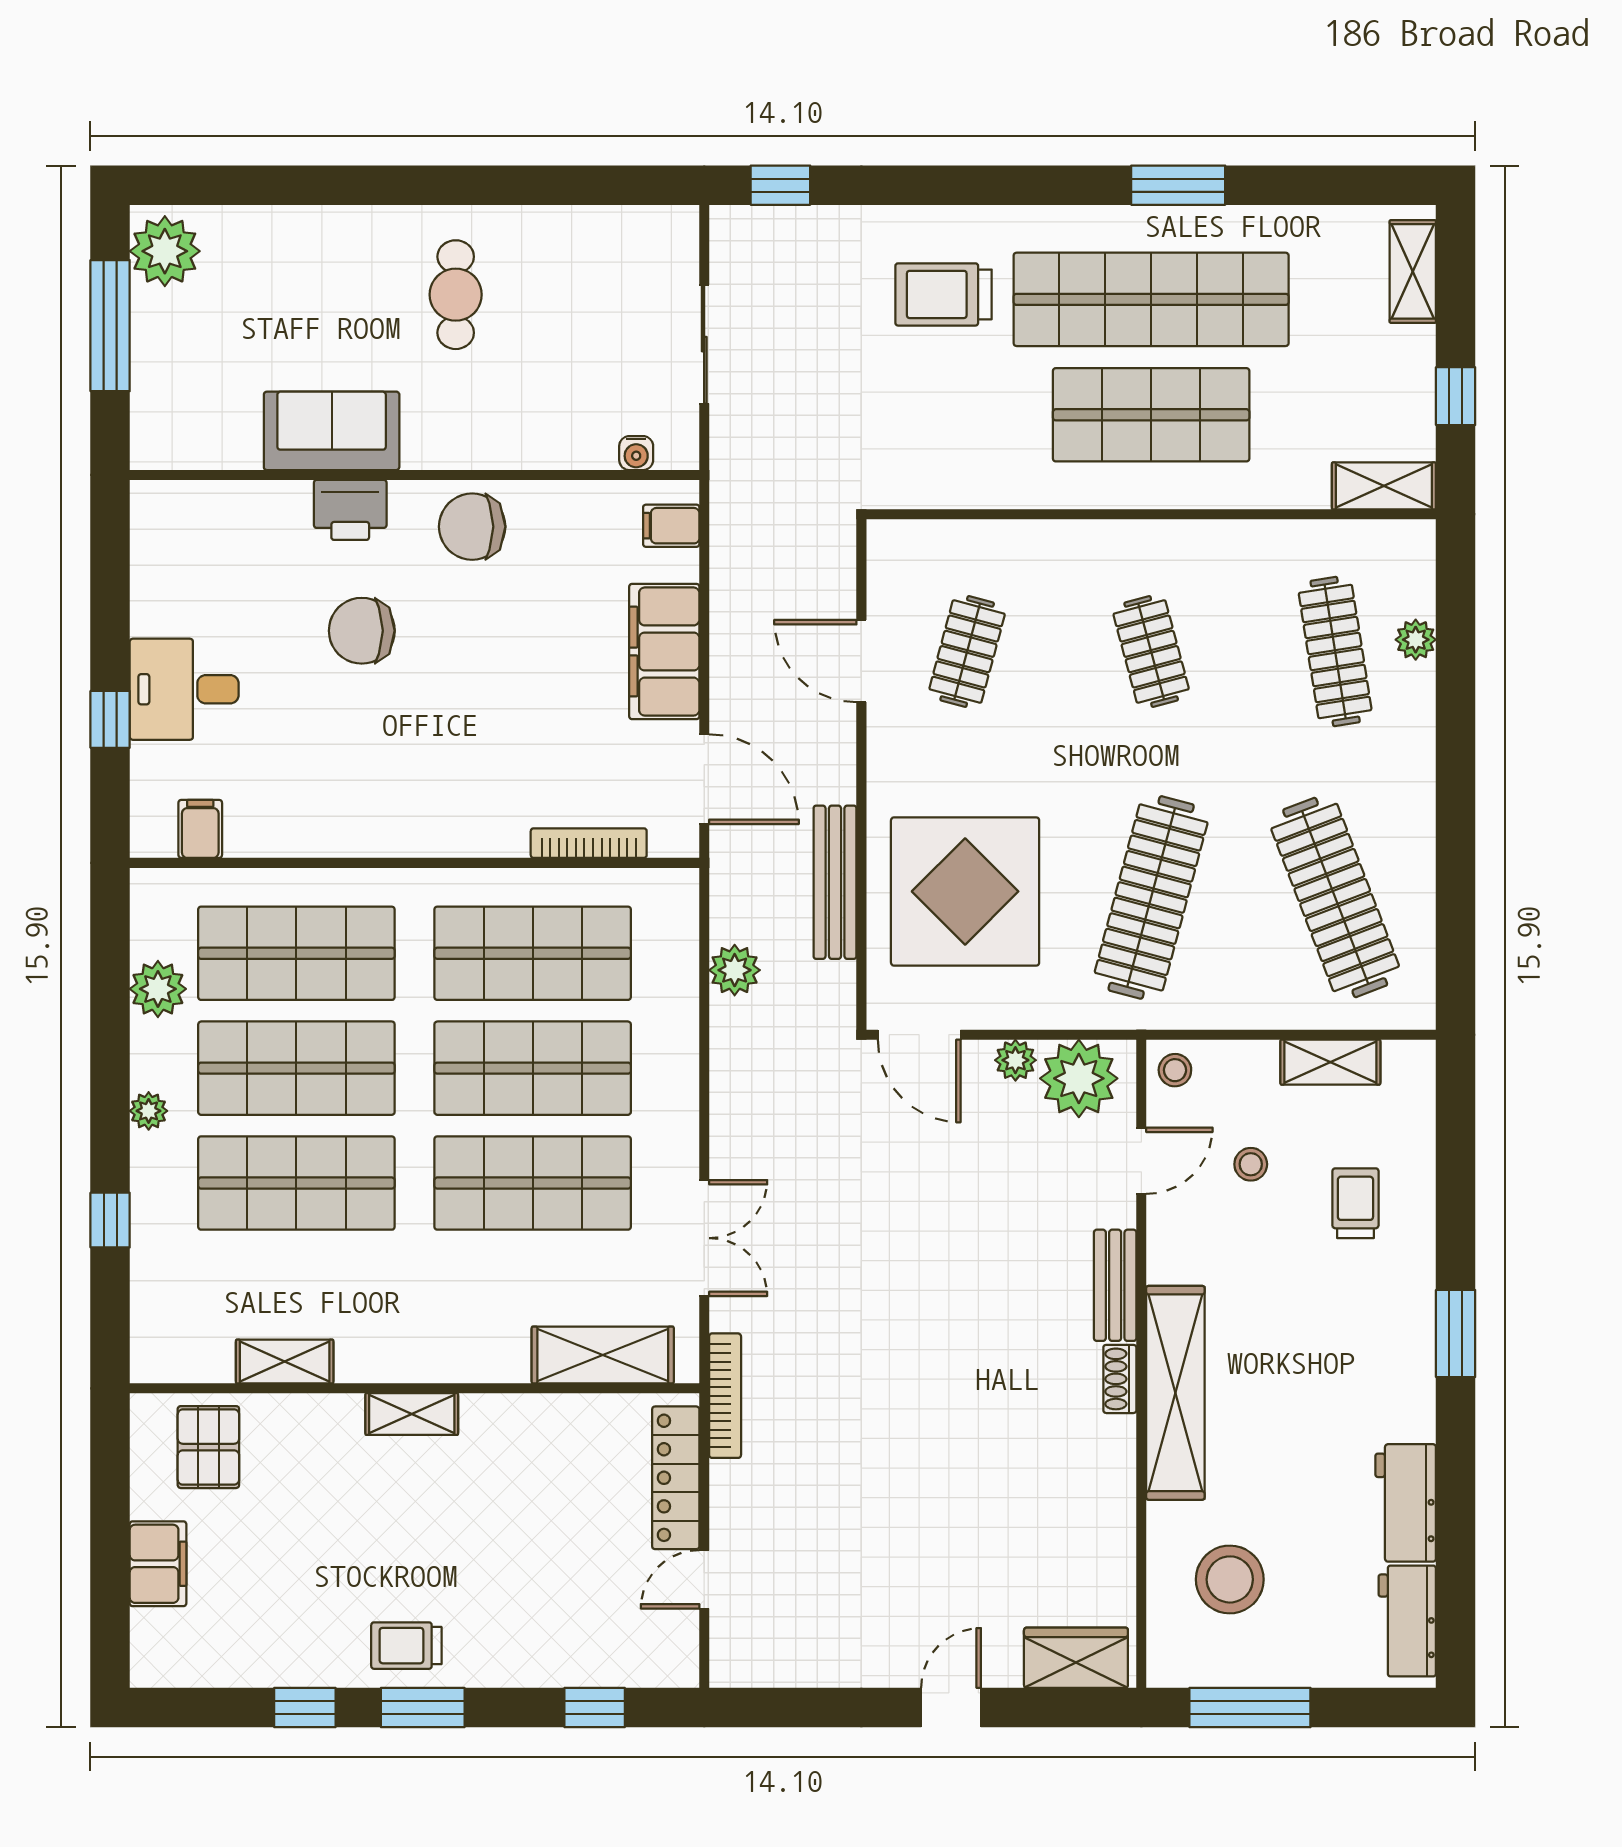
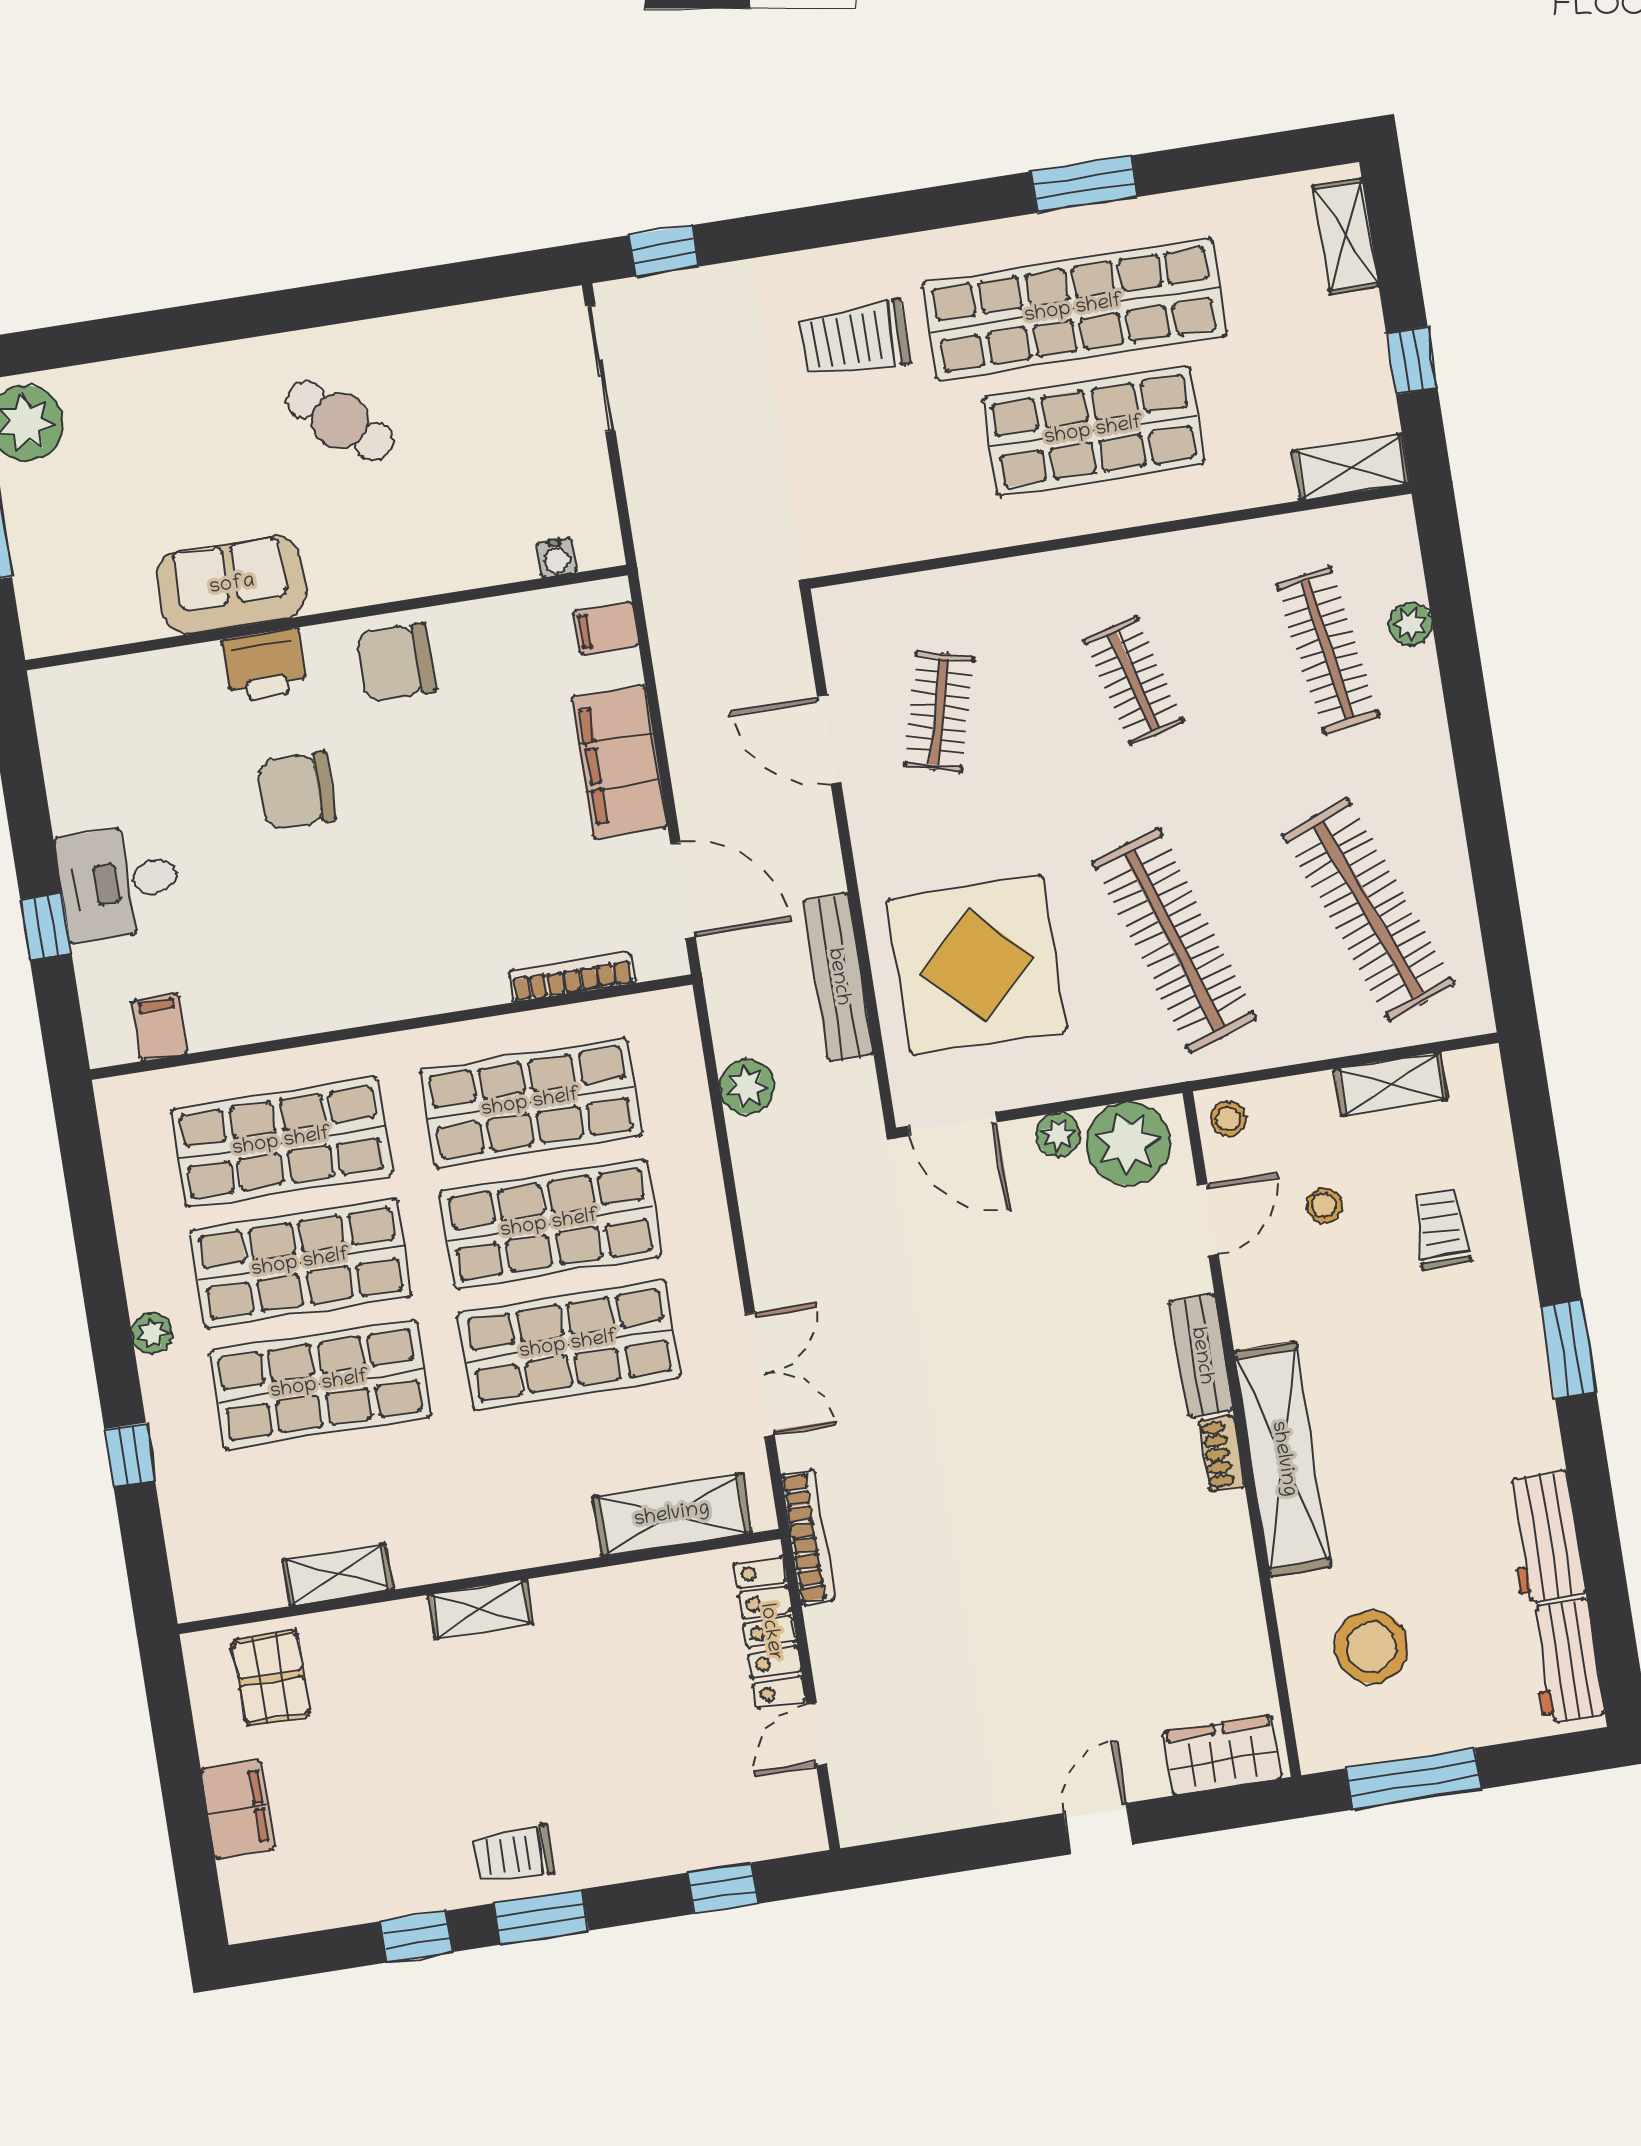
cafe table: (456, 295) -> (340, 421), turned -49
sliding door: (704, 344) -> (600, 368), moved
clothes rail: (1151, 897) -> (1174, 940), turned -33
plant: (158, 989) -> (142, 1203), removed

